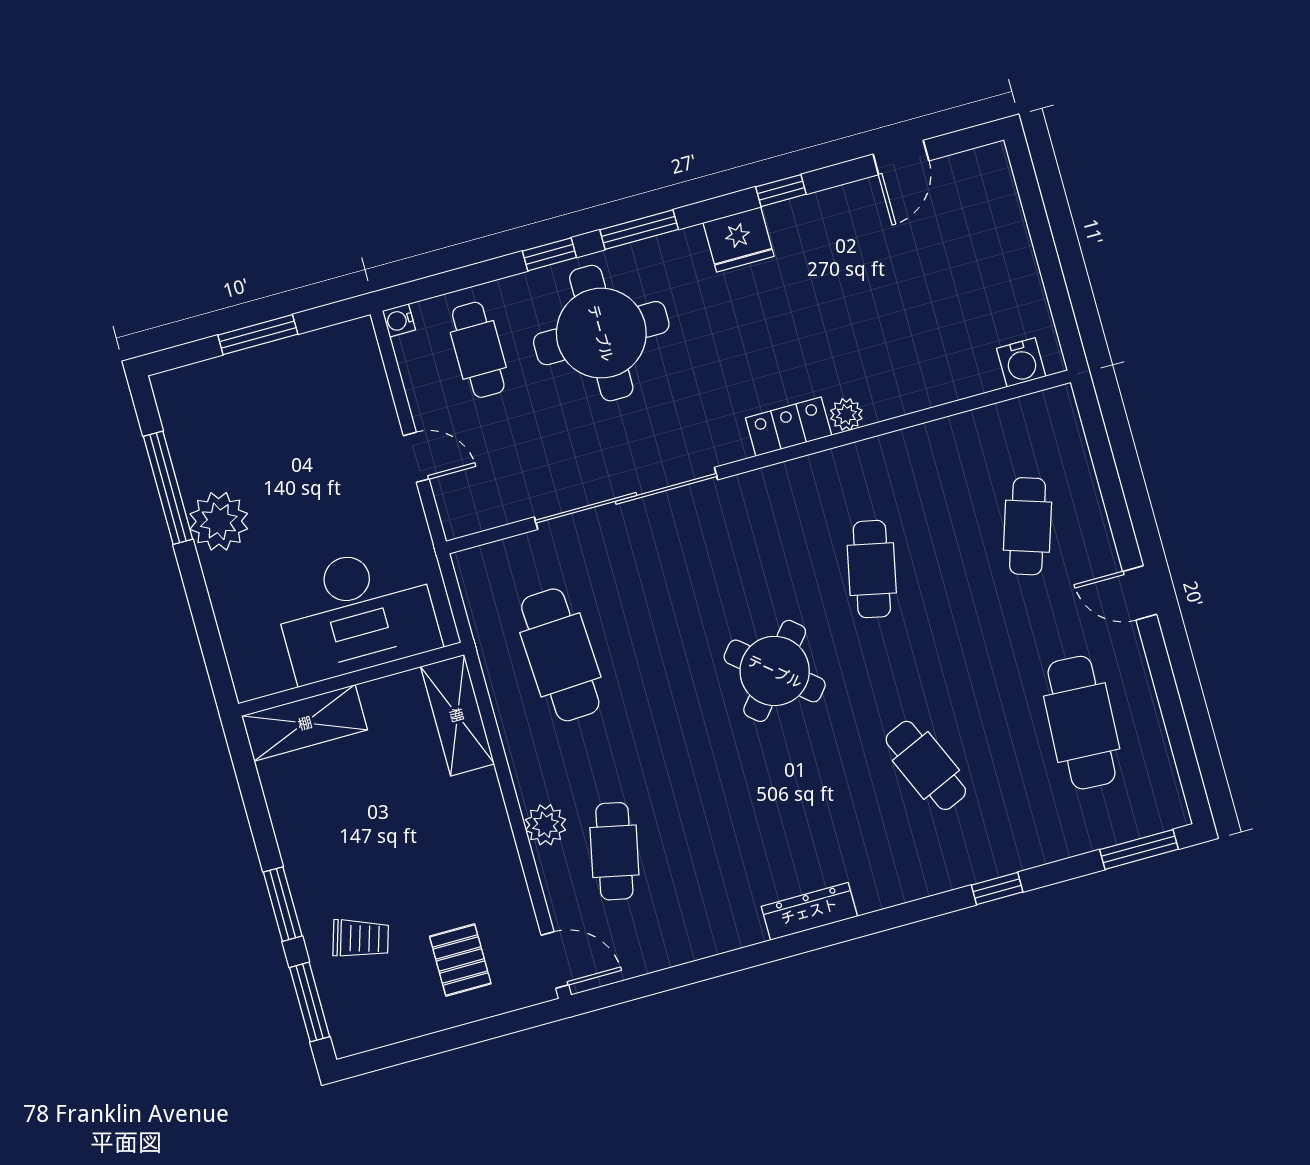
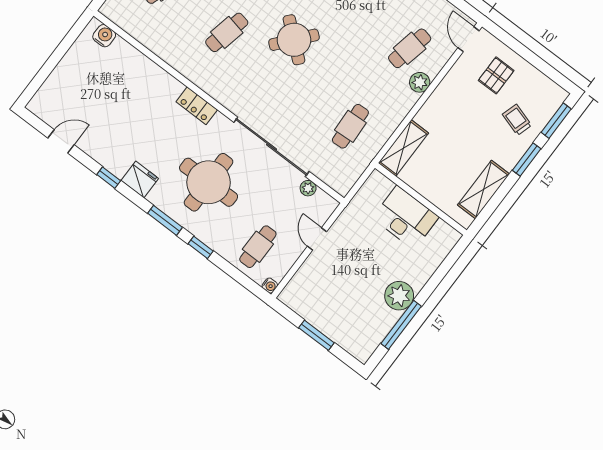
round table: (601, 333) -> (209, 182), moved
plant: (846, 414) -> (308, 188), moved
desk: (356, 613) -> (406, 217), width x0.73, depth x0.77
cafe table: (560, 655) -> (350, 126), width x0.73, depth x0.74
shelving: (305, 723) -> (484, 190), moved, turned 90

